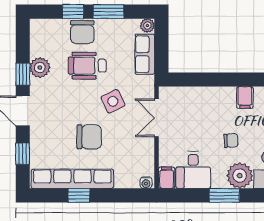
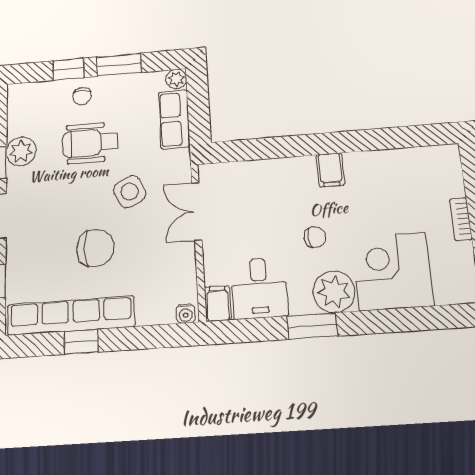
chair: (82, 32) -> (82, 96), width x0.54, depth x0.54

